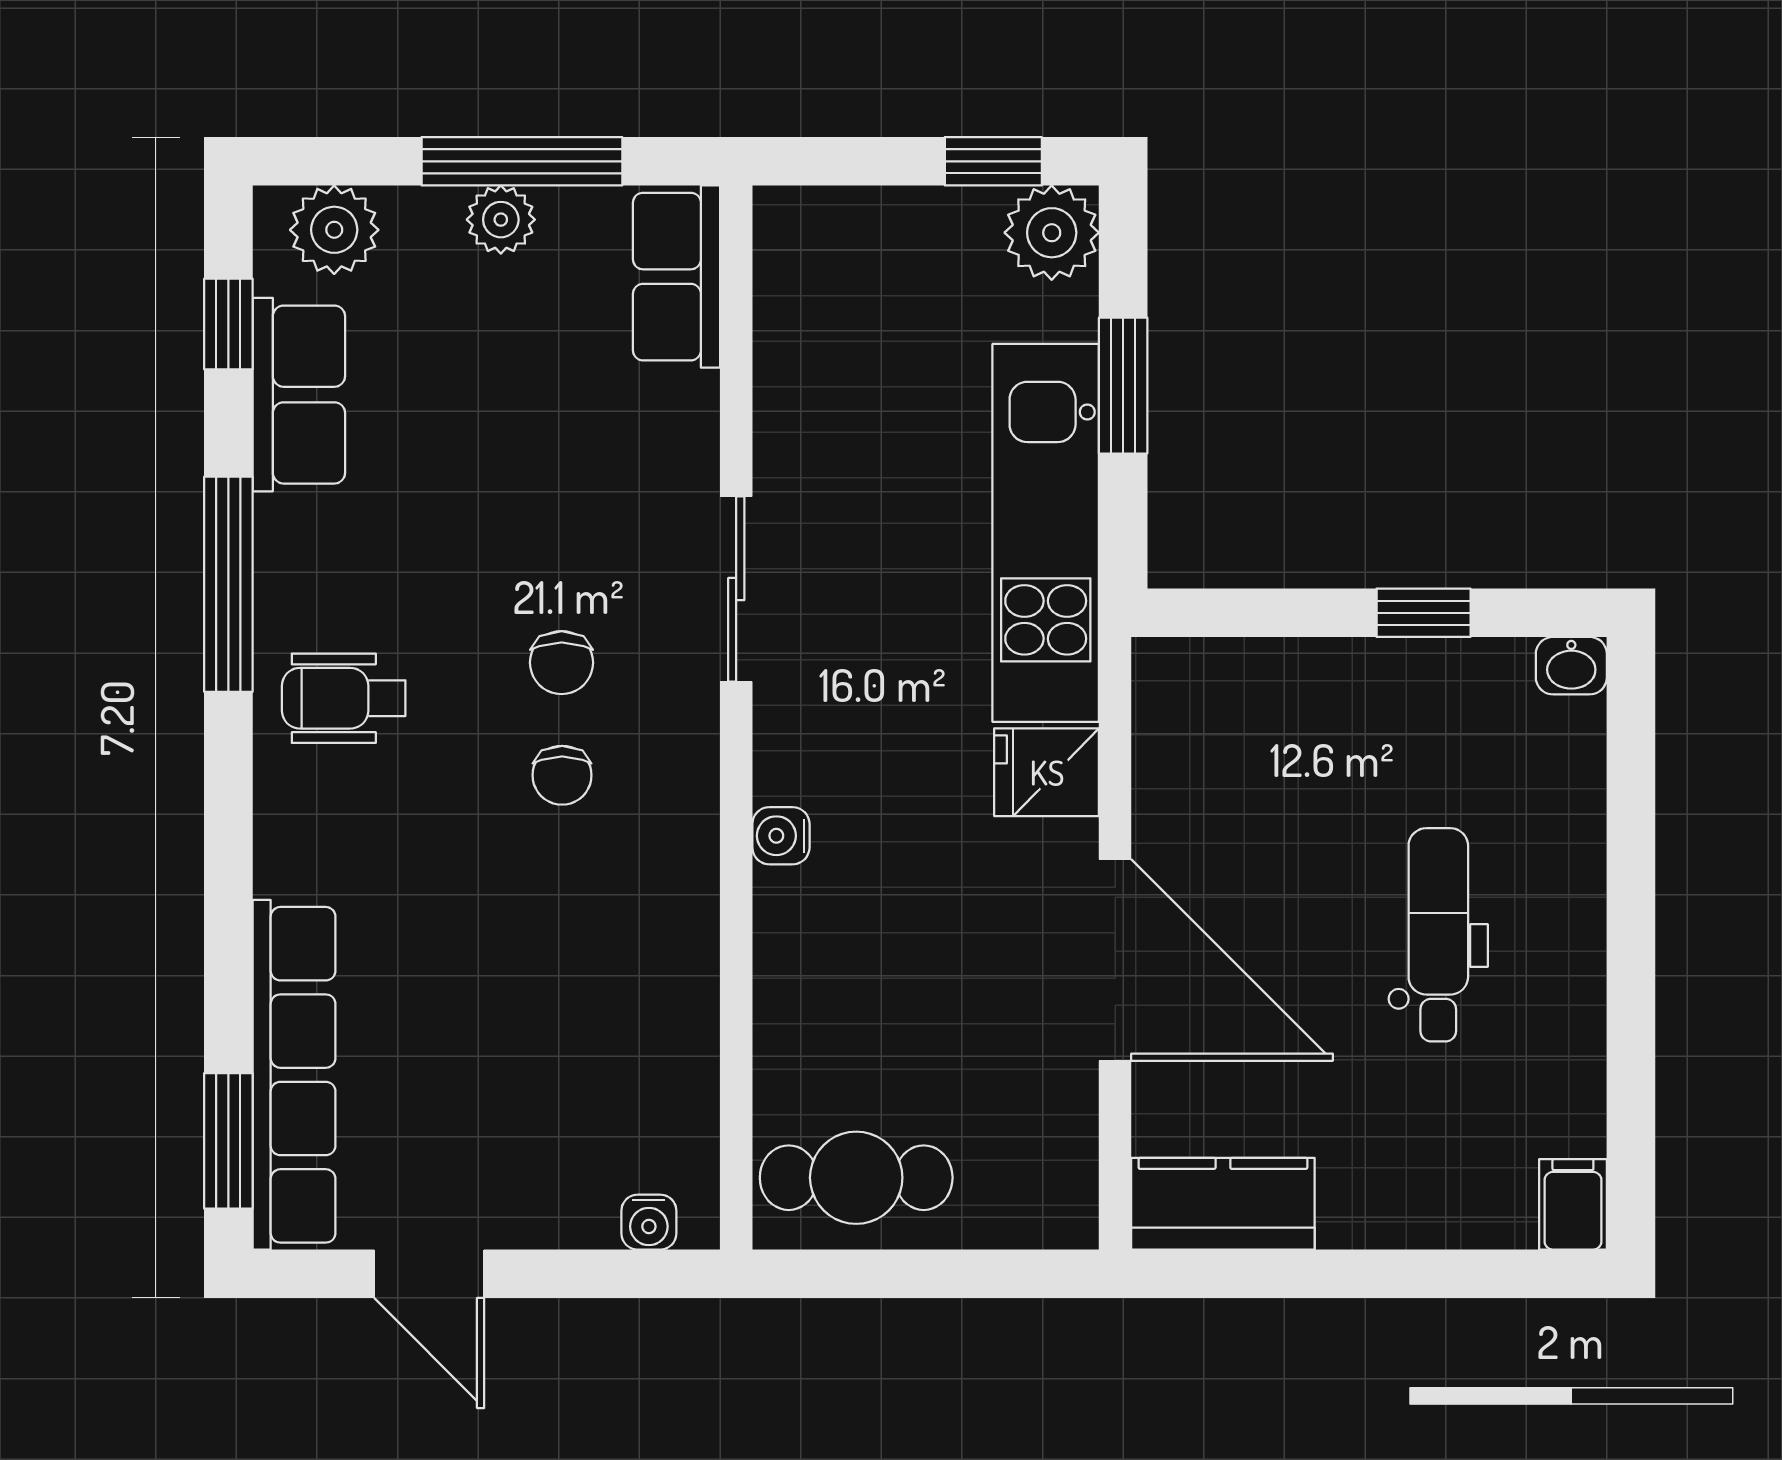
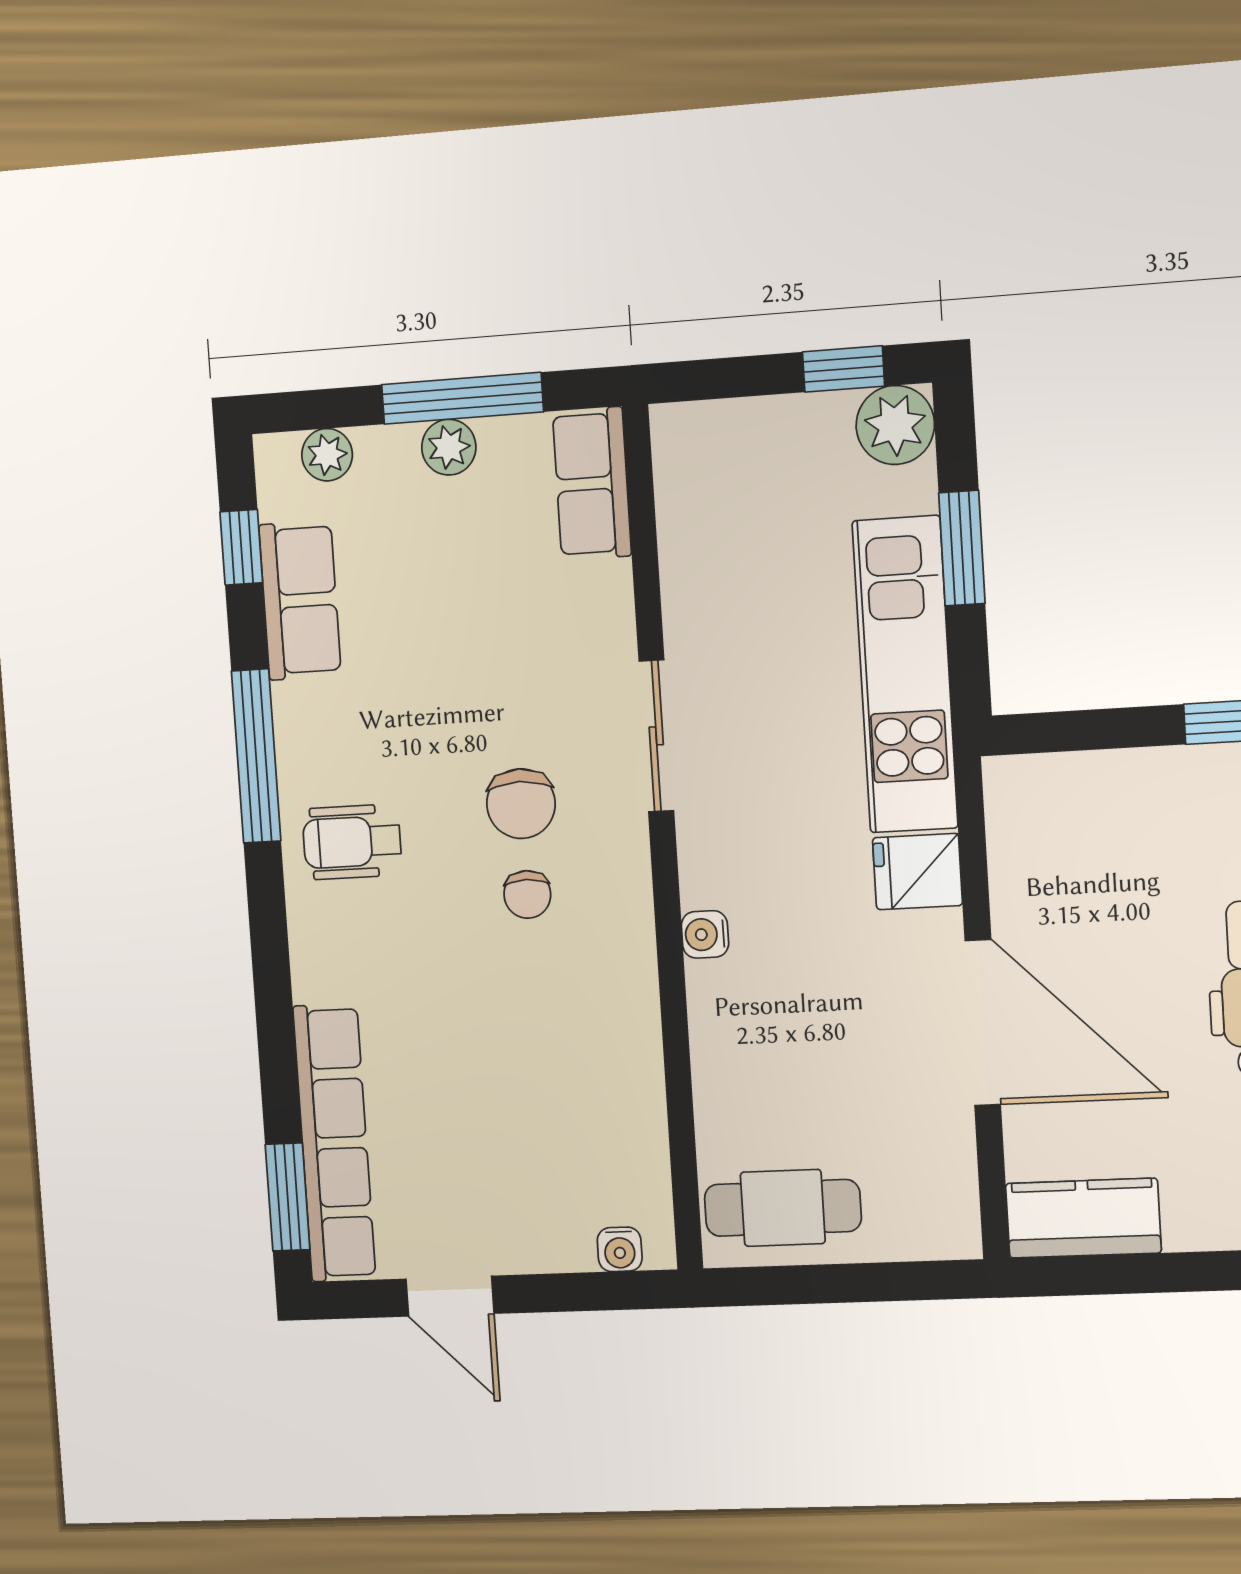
plant: (334, 230) -> (327, 455), width x0.73, depth x0.73
chair: (562, 663) -> (521, 804), width x1.37, depth x1.37

